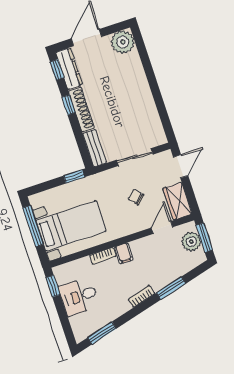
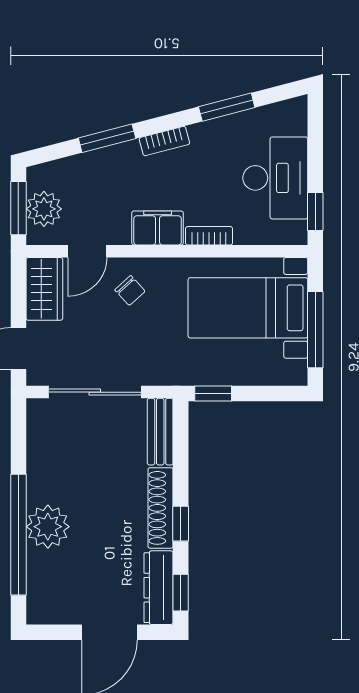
plant: (123, 42) -> (48, 527), moved
window: (149, 72) -> (18, 535), added
sliding door: (135, 157) -> (95, 392), width x1.37
chair: (136, 197) -> (130, 291), moved
filing cabinet: (124, 253) -> (158, 228), width x2.00
desk: (79, 296) -> (275, 178), width x1.37
window: (102, 333) -> (227, 107), moved

